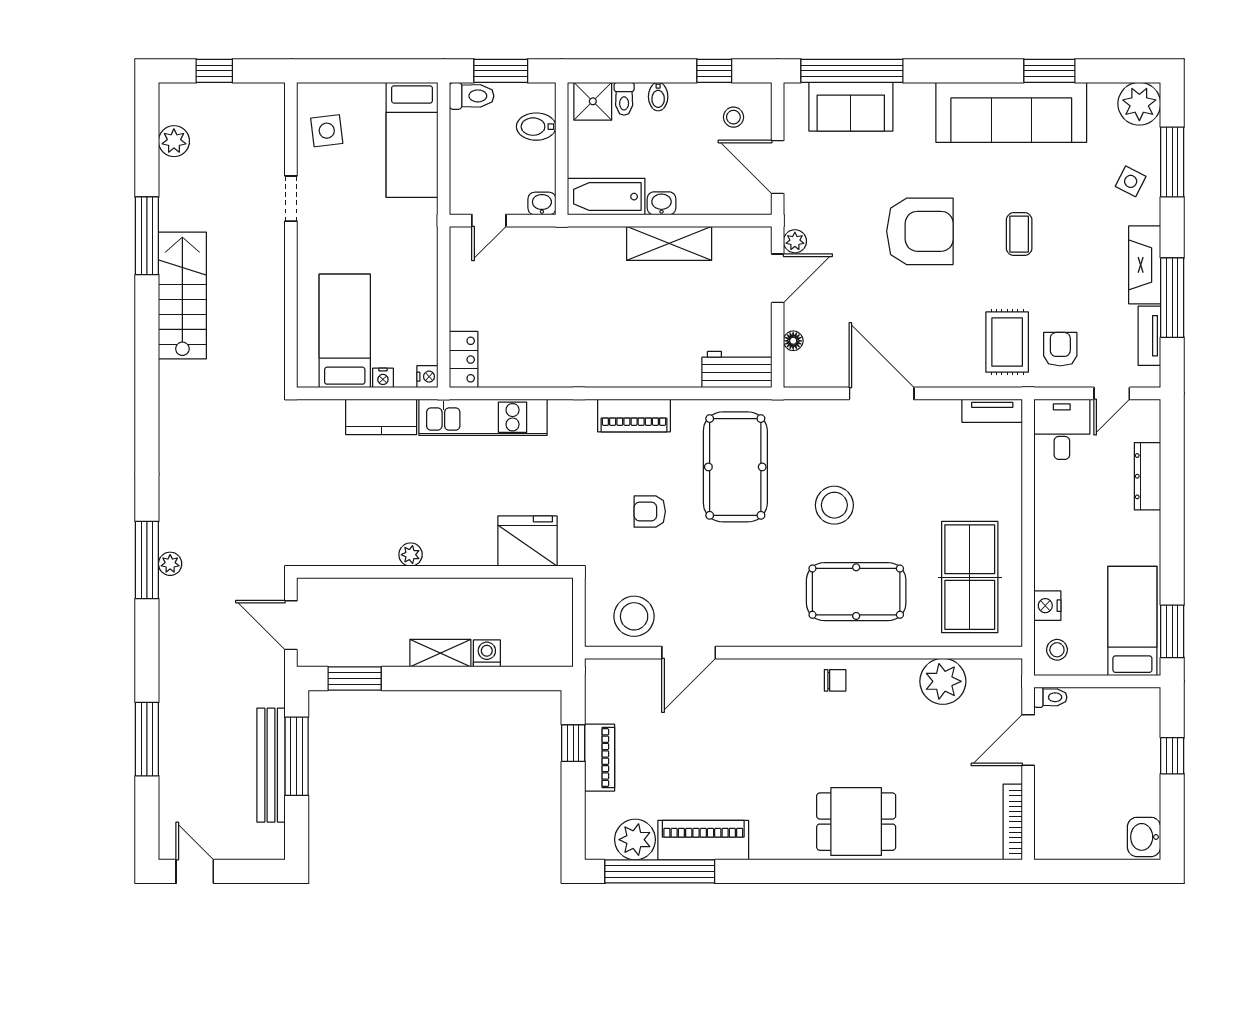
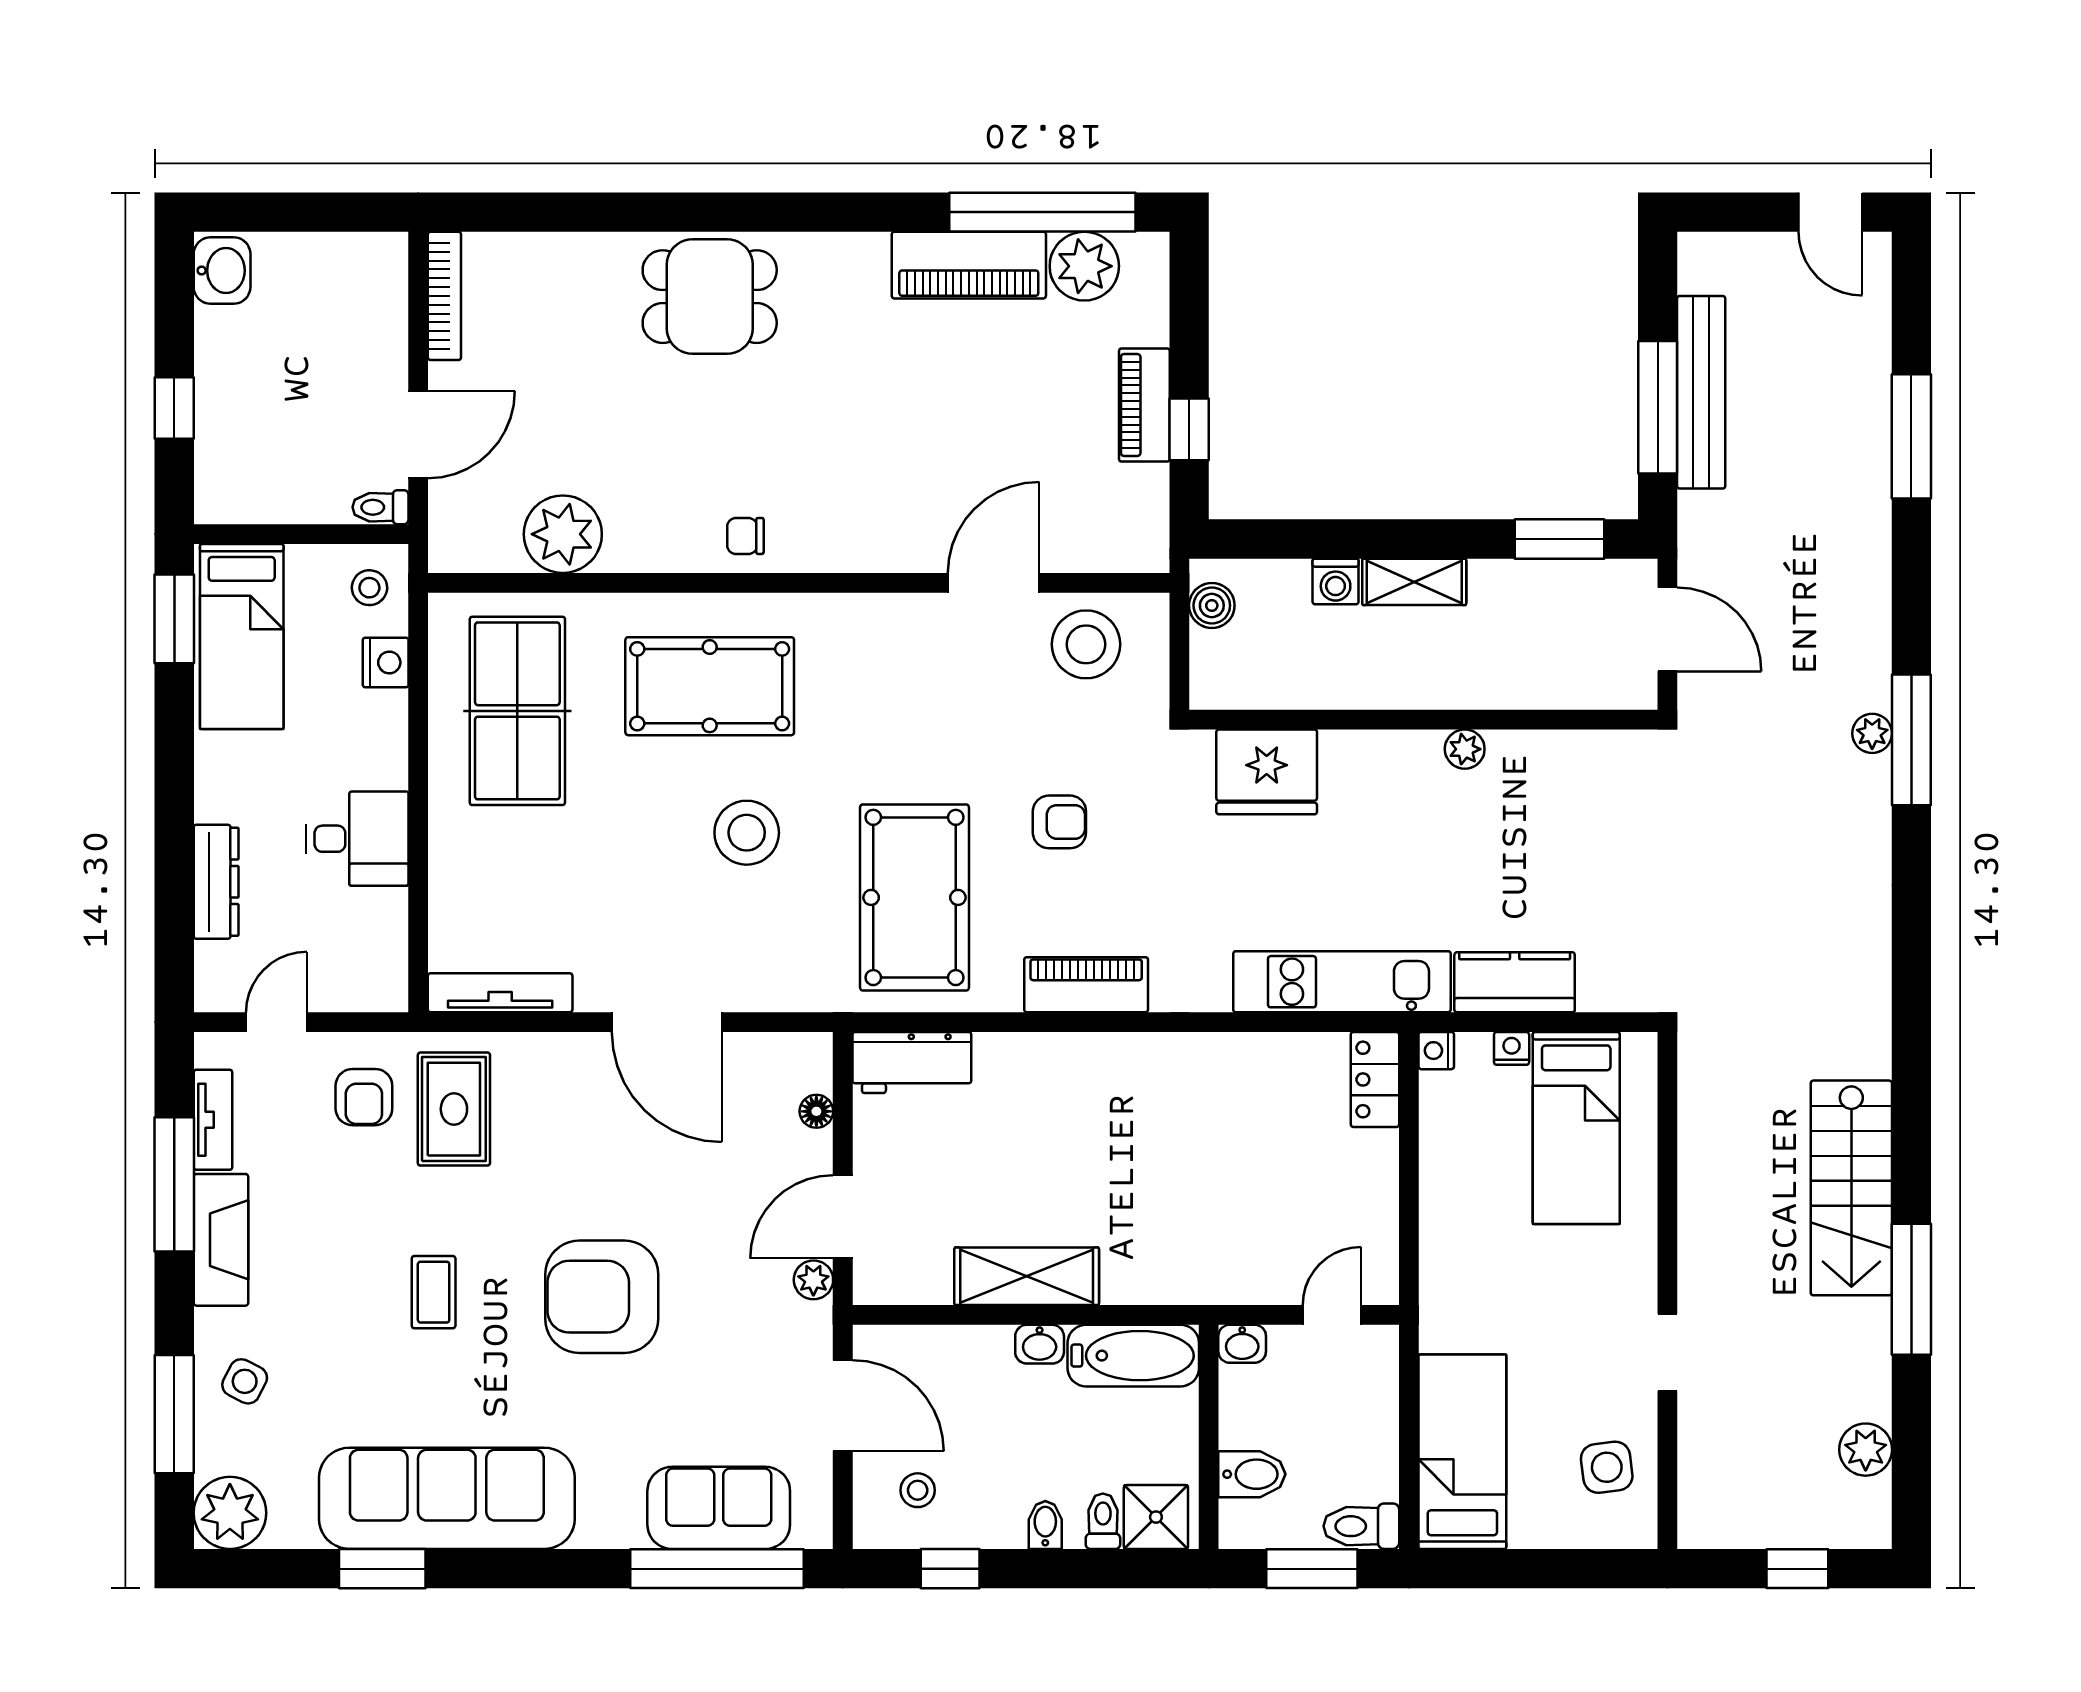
tv unit: (992, 411) -> (500, 993), width x1.41
desk: (1062, 429) -> (357, 839), moved, turned -90
boiler: (560, 639) -> (1212, 605), added

